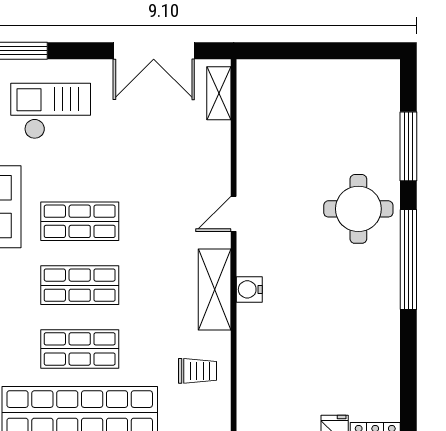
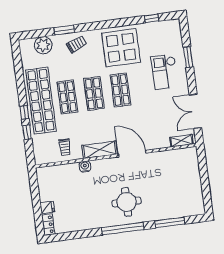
checkout: (51, 111) -> (165, 72), turned 180
round table: (358, 209) -> (127, 202), moved
door: (234, 214) -> (132, 154), width x1.88
water cooler: (249, 289) -> (85, 166), moved

